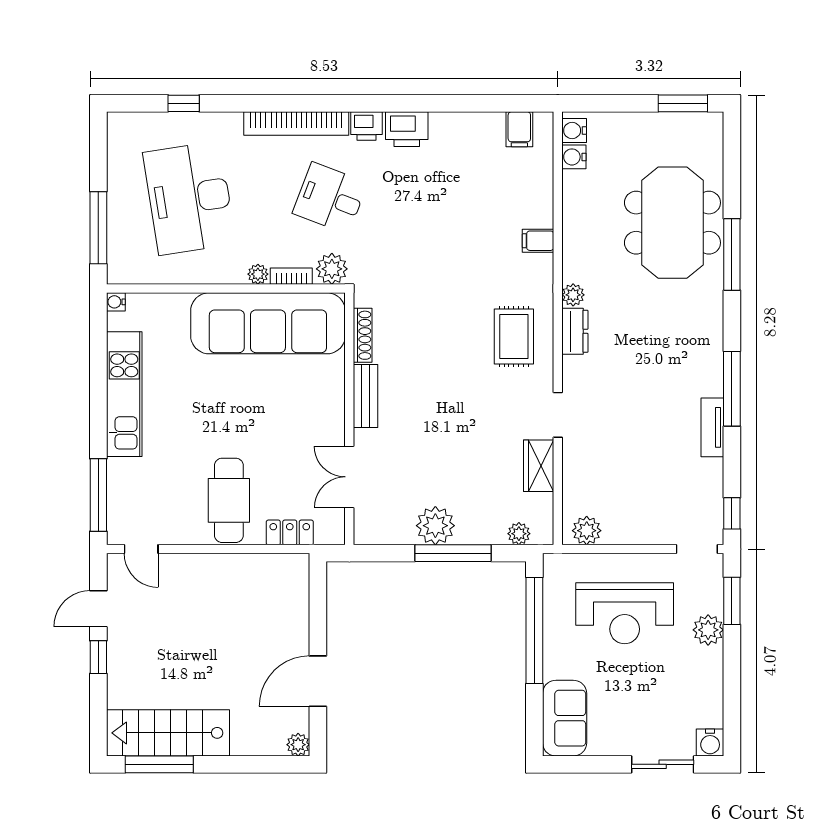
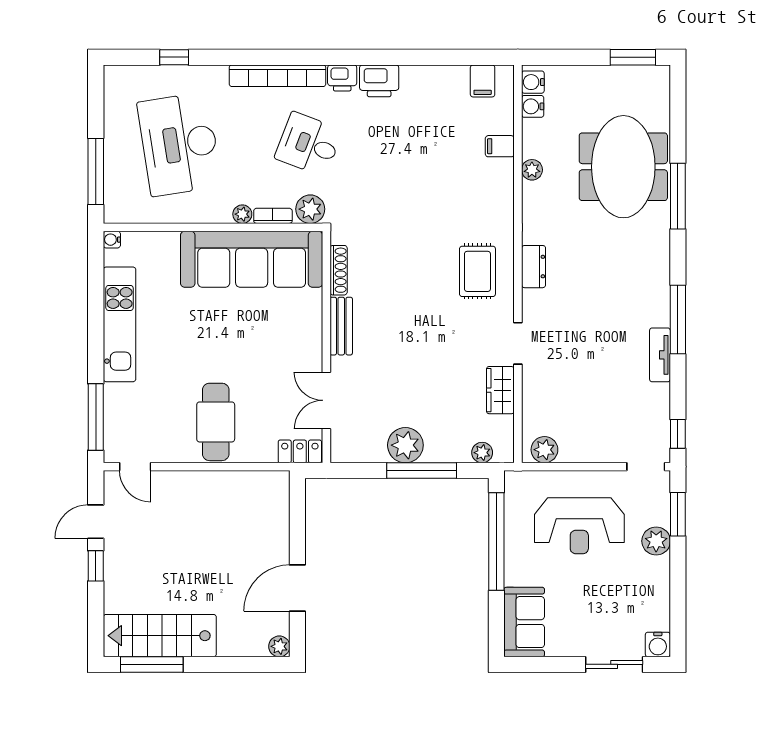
filing cabinet: (538, 241) -> (500, 146), moved
plant: (573, 295) -> (532, 170), moved
locker: (290, 532) -> (300, 451), moved

